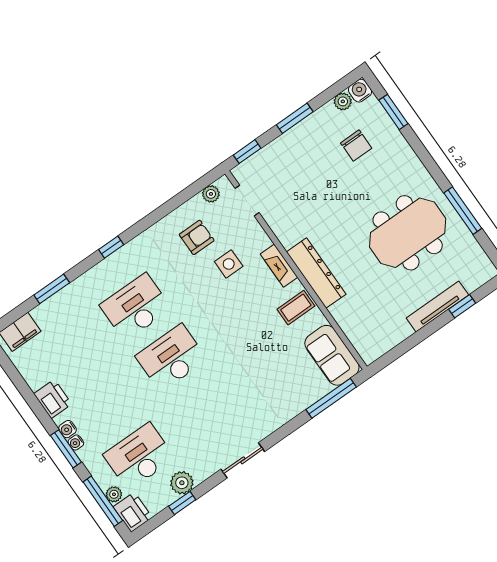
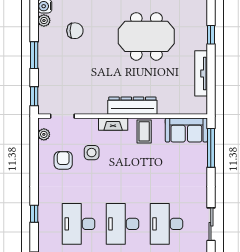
meeting table: (408, 233) -> (146, 36), turned 90
tv unit: (437, 307) -> (201, 73), moved
desk: (207, 409) -> (166, 224), added

